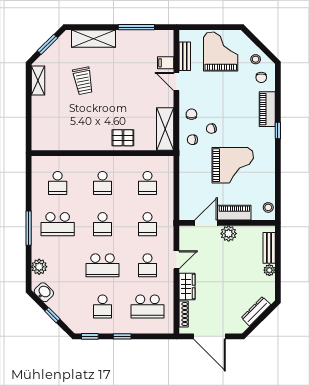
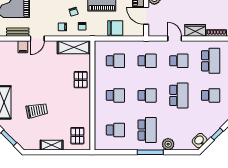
shelving: (38, 81) -> (52, 145), moved
pallet: (50, 134) -> (77, 136), added
chair: (190, 183) -> (115, 28), added
plant: (39, 267) -> (168, 144), moved

